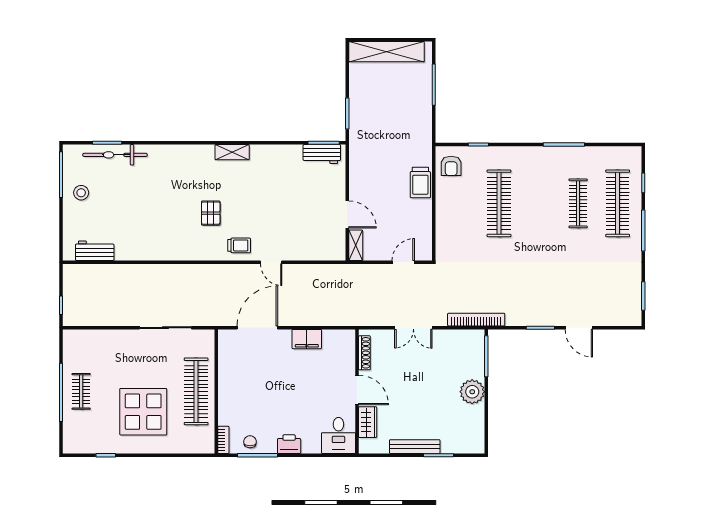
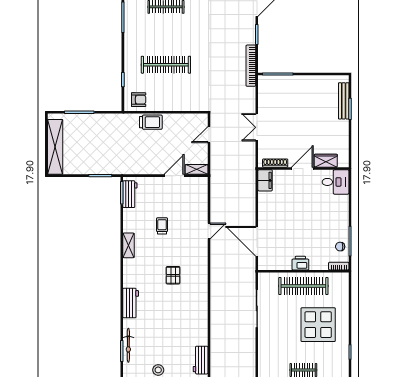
shelving: (232, 152) -> (129, 245), moved
bicycle: (115, 155) -> (128, 345), width x0.73, depth x0.71
workbench: (173, 155) -> (131, 303), added
pallet: (211, 213) -> (173, 275), turned 90
trolley: (239, 245) -> (162, 226), moved
door: (403, 262) -> (209, 135), hinge flipped
bookcase: (476, 320) -> (251, 66), moved
double door: (413, 328) -> (257, 127), swing flipped
filing cabinet: (307, 339) -> (265, 180), moved
plant: (472, 392) -> (304, 84), removed
printer: (289, 444) -> (300, 263), moved, turned 90
bench: (415, 447) -> (344, 101), moved

